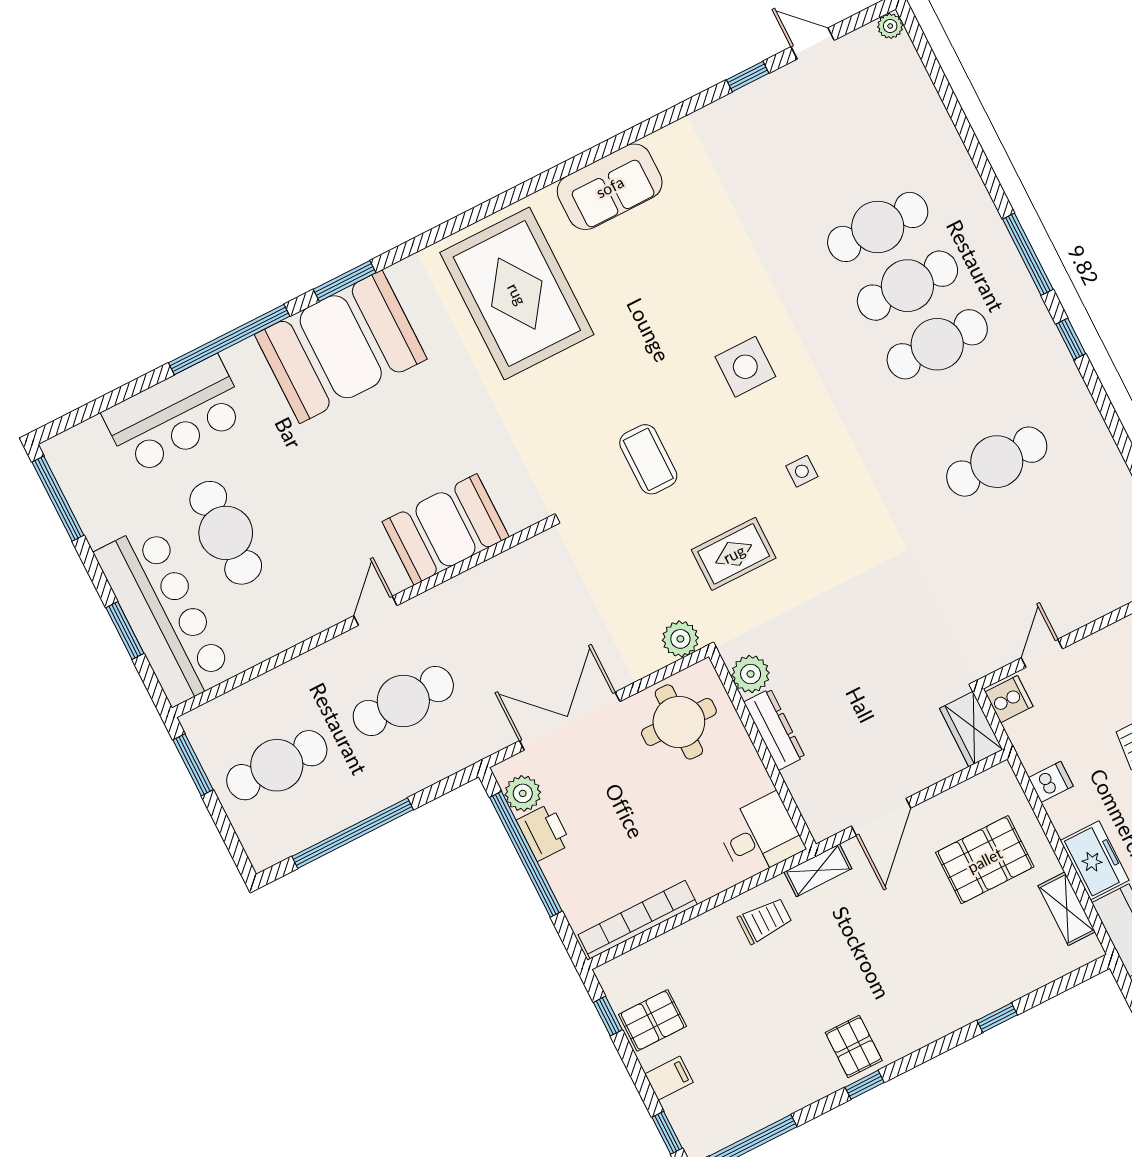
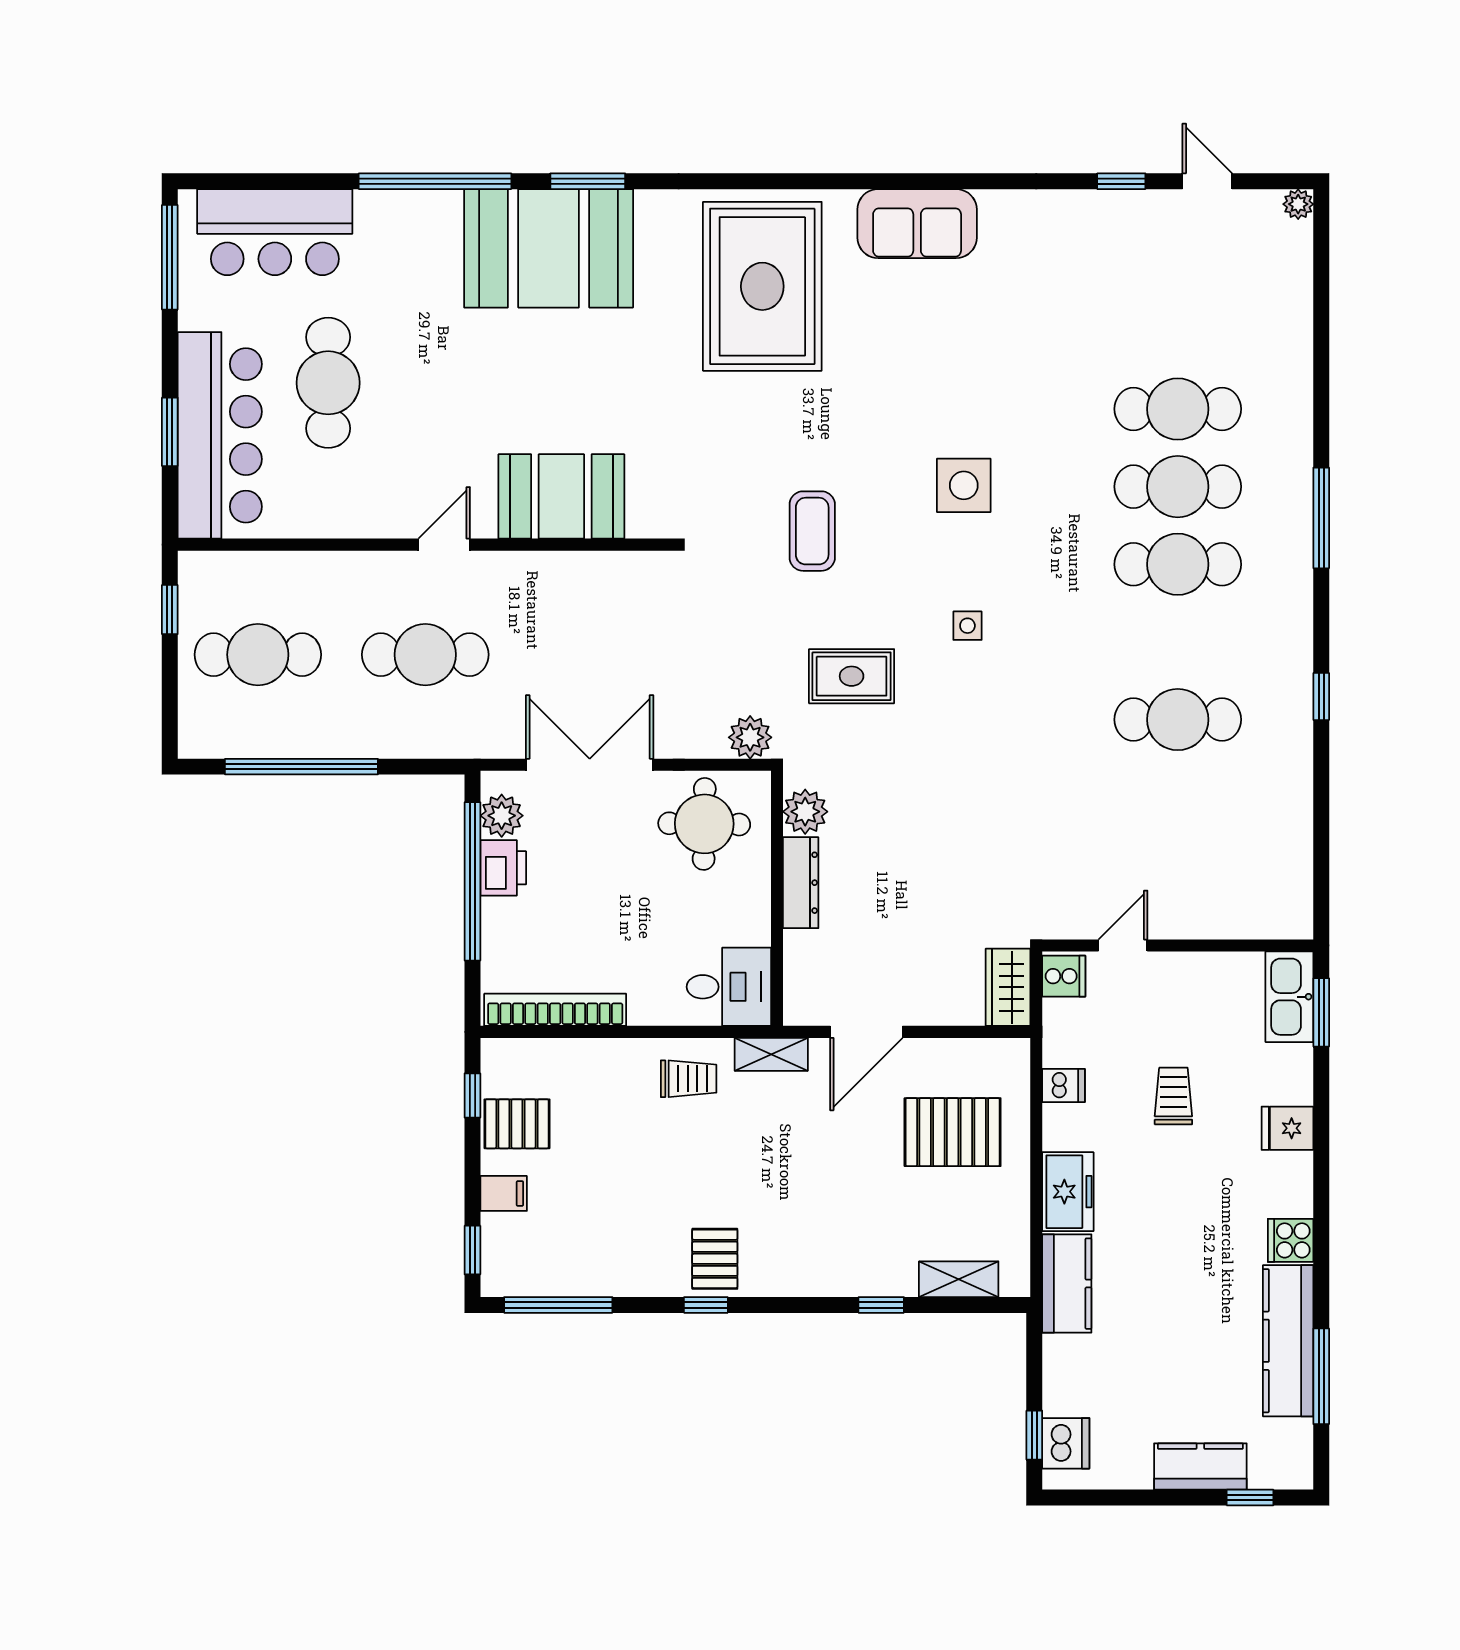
window: (1071, 339) -> (1321, 697), moved
bar counter: (175, 415) -> (275, 232), moved
window: (193, 765) -> (170, 610), width x0.67
shelving: (1067, 909) -> (959, 1279), moved, turned 90

